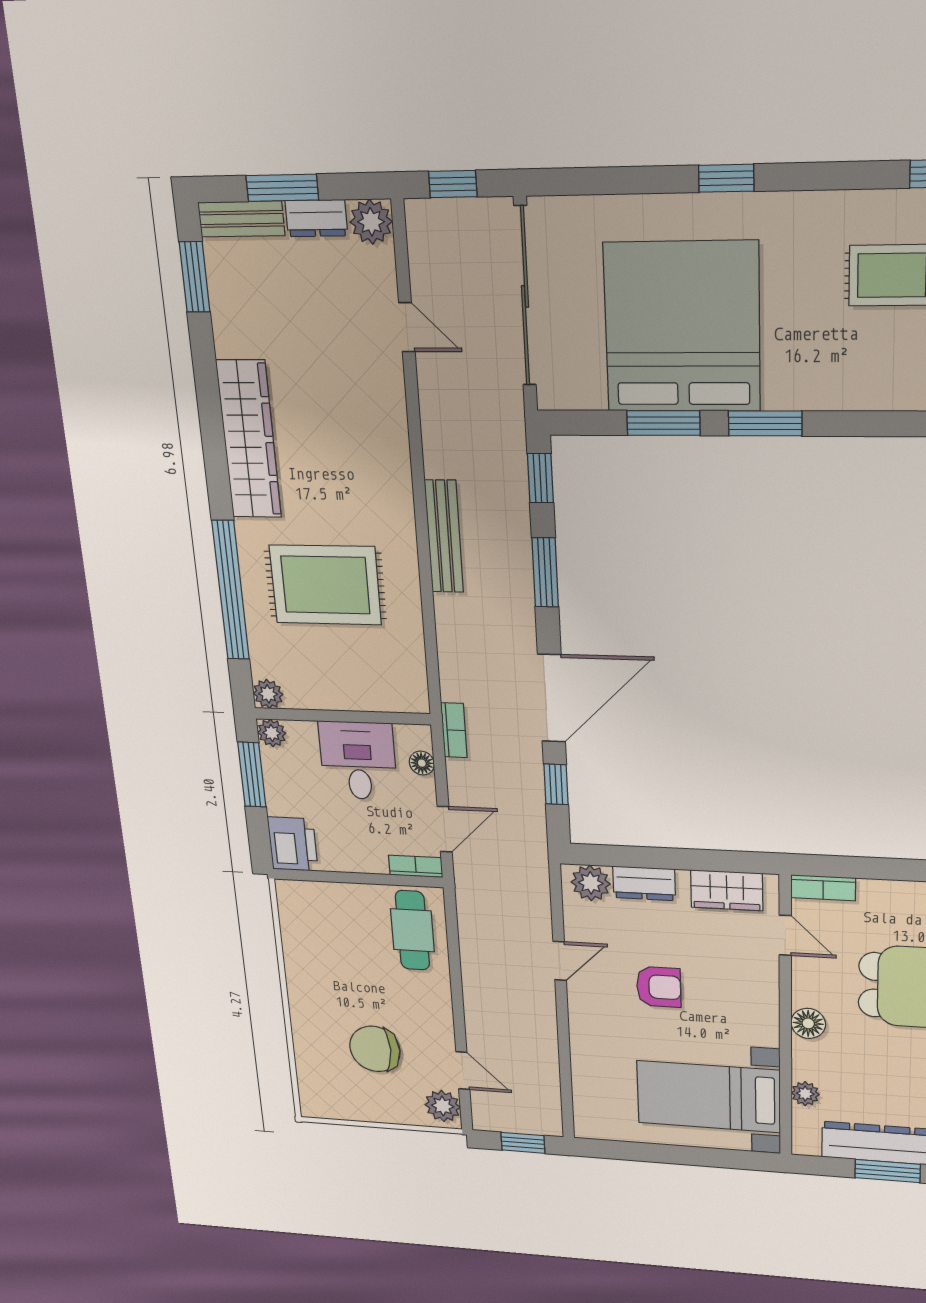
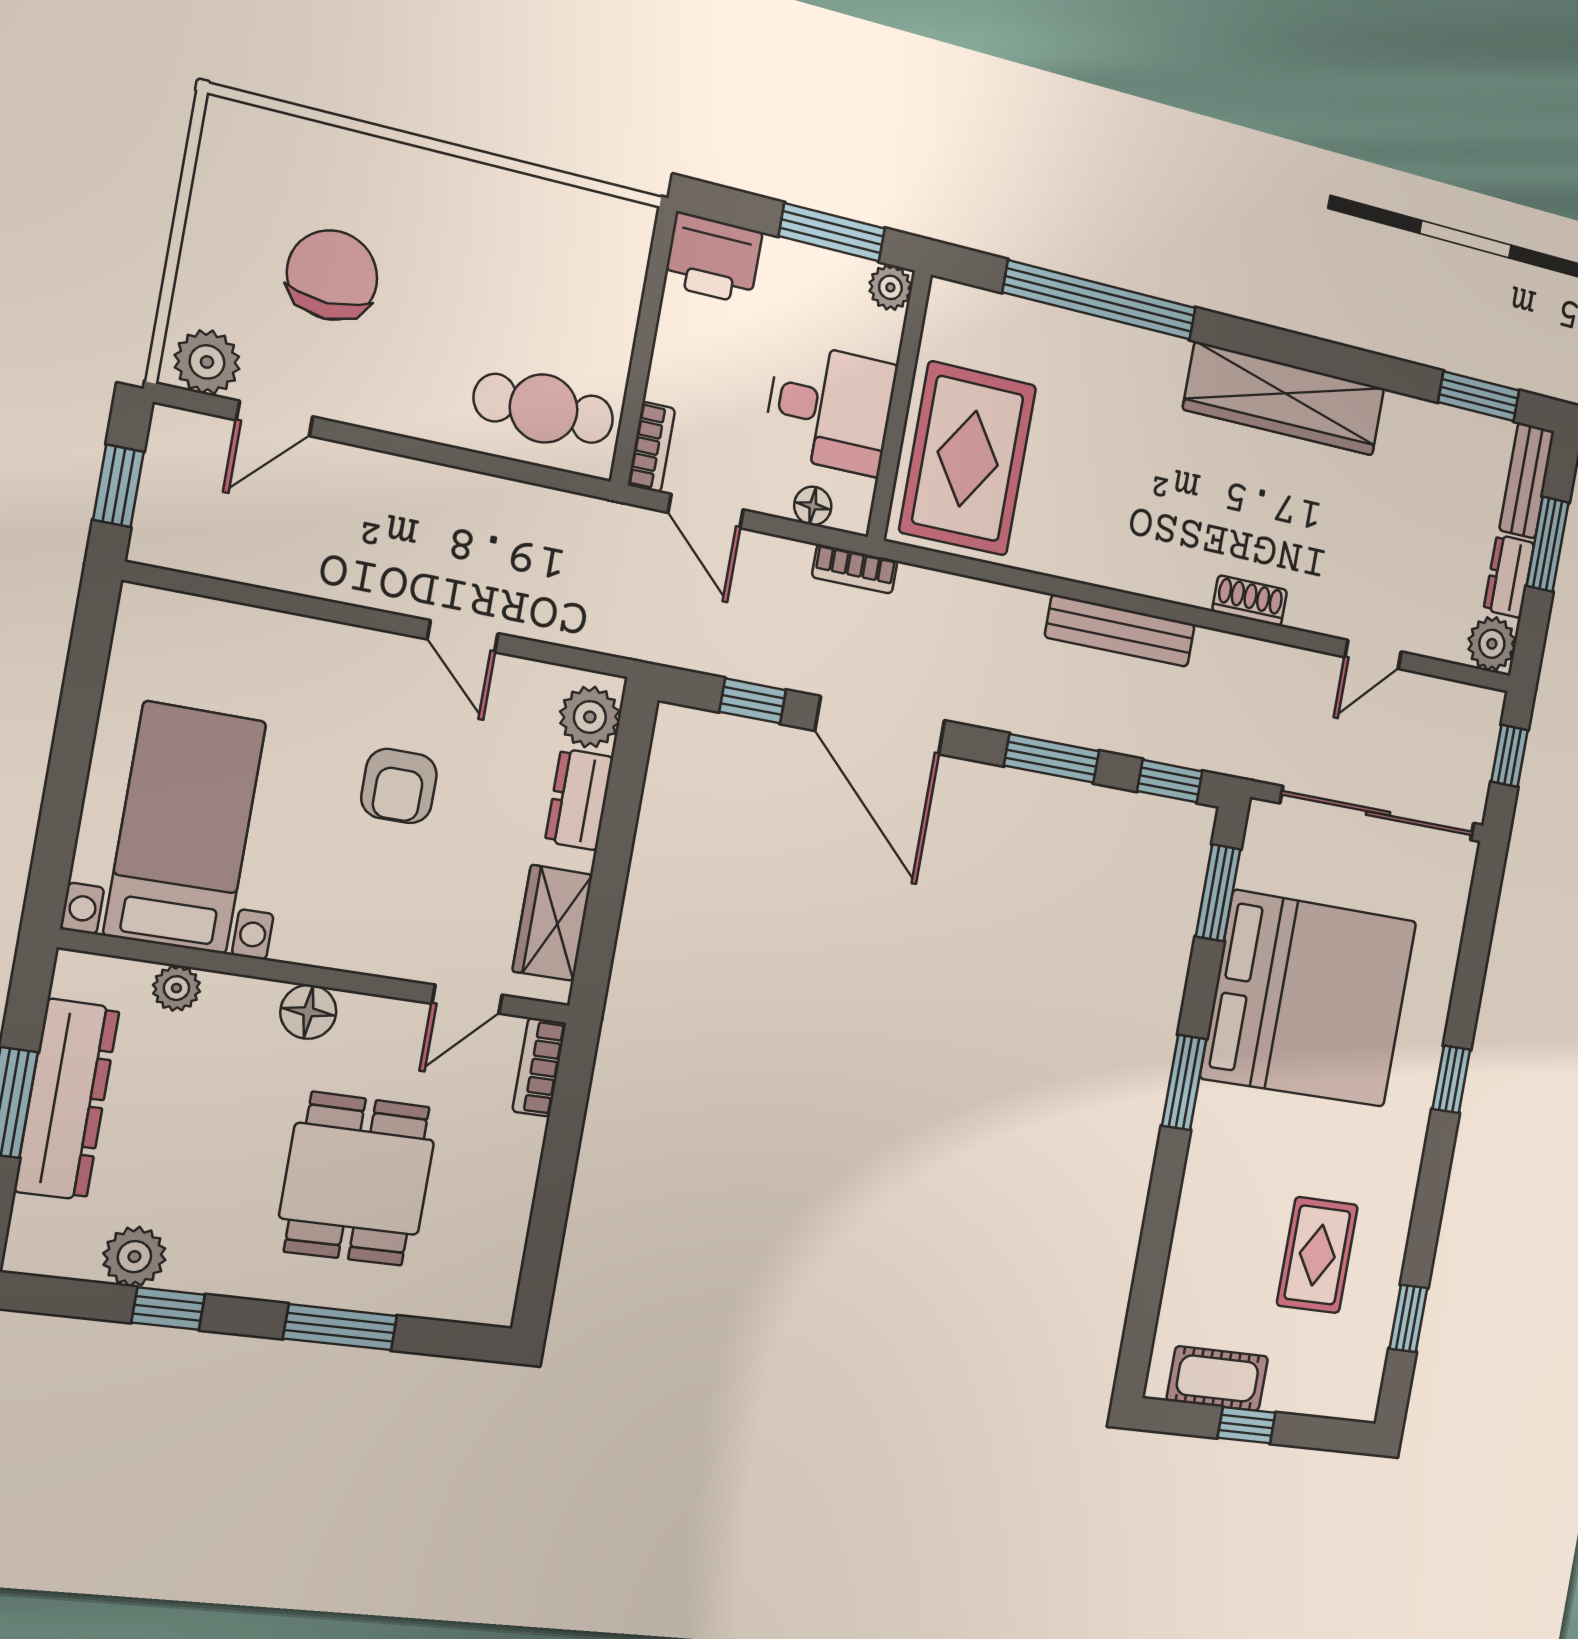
window: (663, 423) -> (1218, 893), moved
shoe rack: (396, 439) -> (1250, 601), added
rug: (325, 585) -> (968, 459), moved
plant: (268, 694) -> (948, 303), removed

